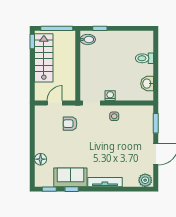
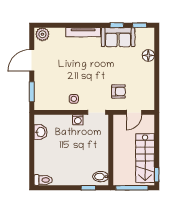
toilet: (144, 58) -> (43, 180), moved

